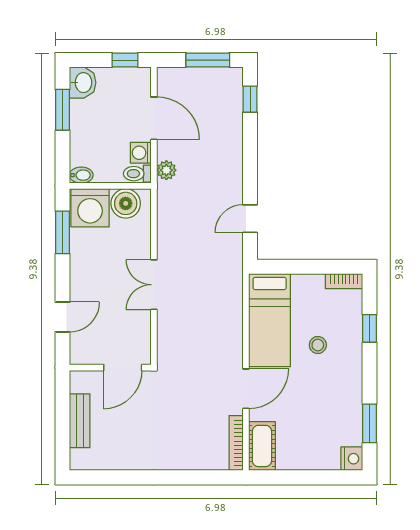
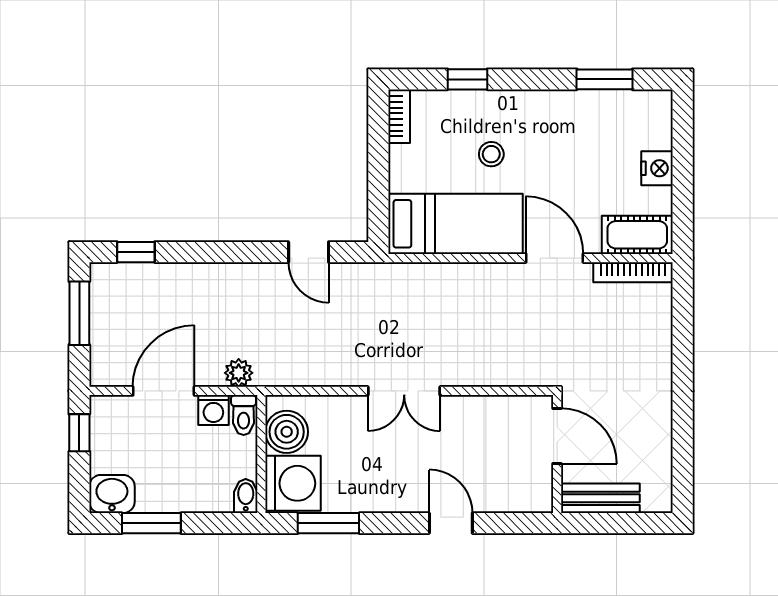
wall: (110, 368) -> (557, 454), moved
door: (123, 368) -> (557, 436), moved
nightstand: (352, 459) -> (657, 168), moved, turned 90

